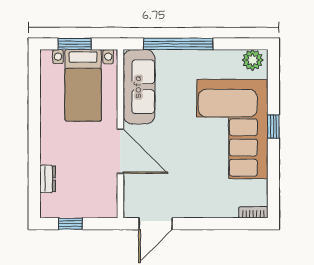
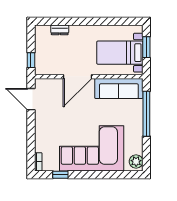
window: (273, 127) -> (60, 175), moved
window: (71, 224) -> (31, 60), moved

